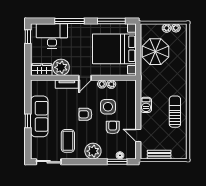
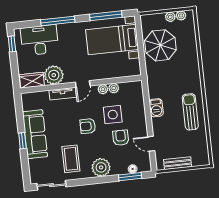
bed with nightstands: (114, 49) -> (112, 40), width x0.73

